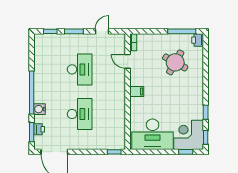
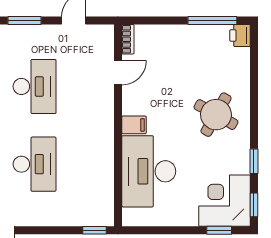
door: (128, 61) -> (118, 73), swing flipped
round table: (175, 62) -> (216, 115), moved
desk: (153, 134) -> (149, 171), moved, turned 90

